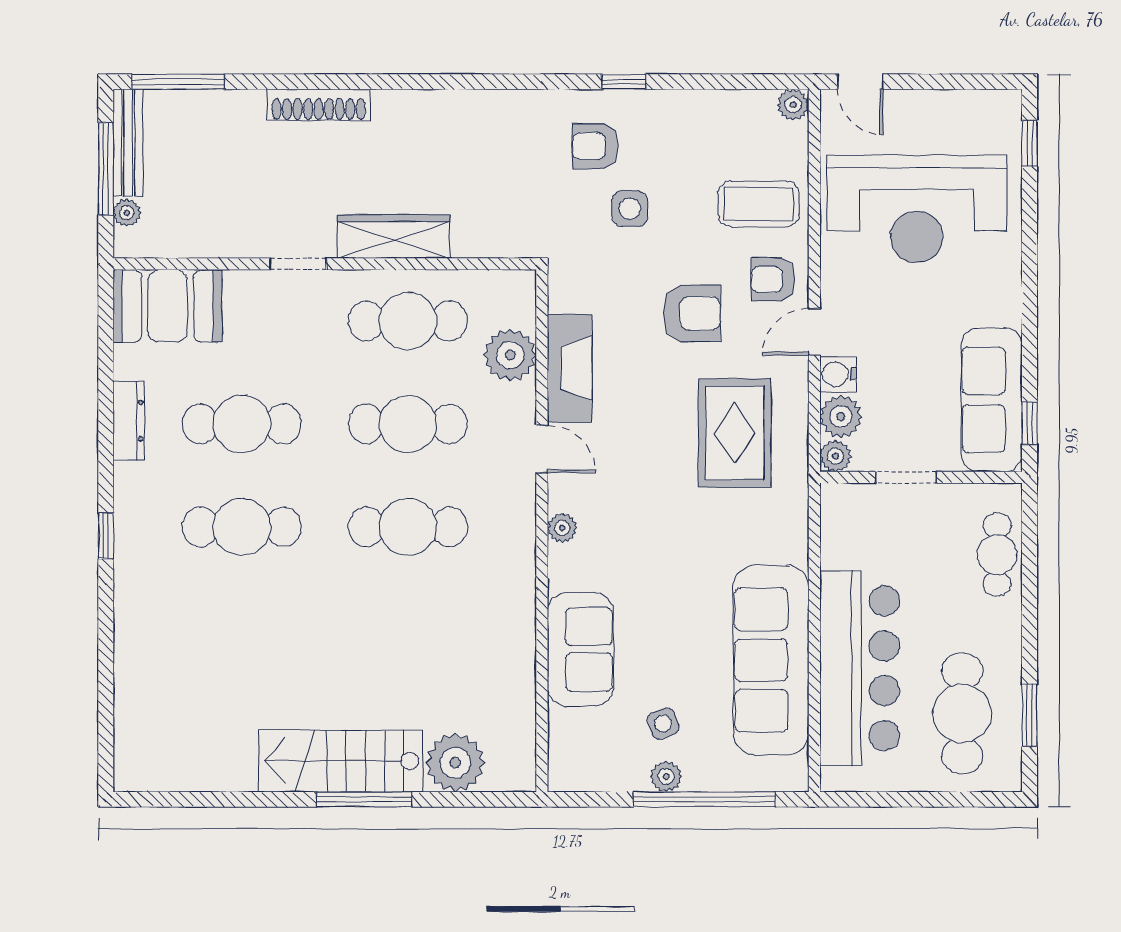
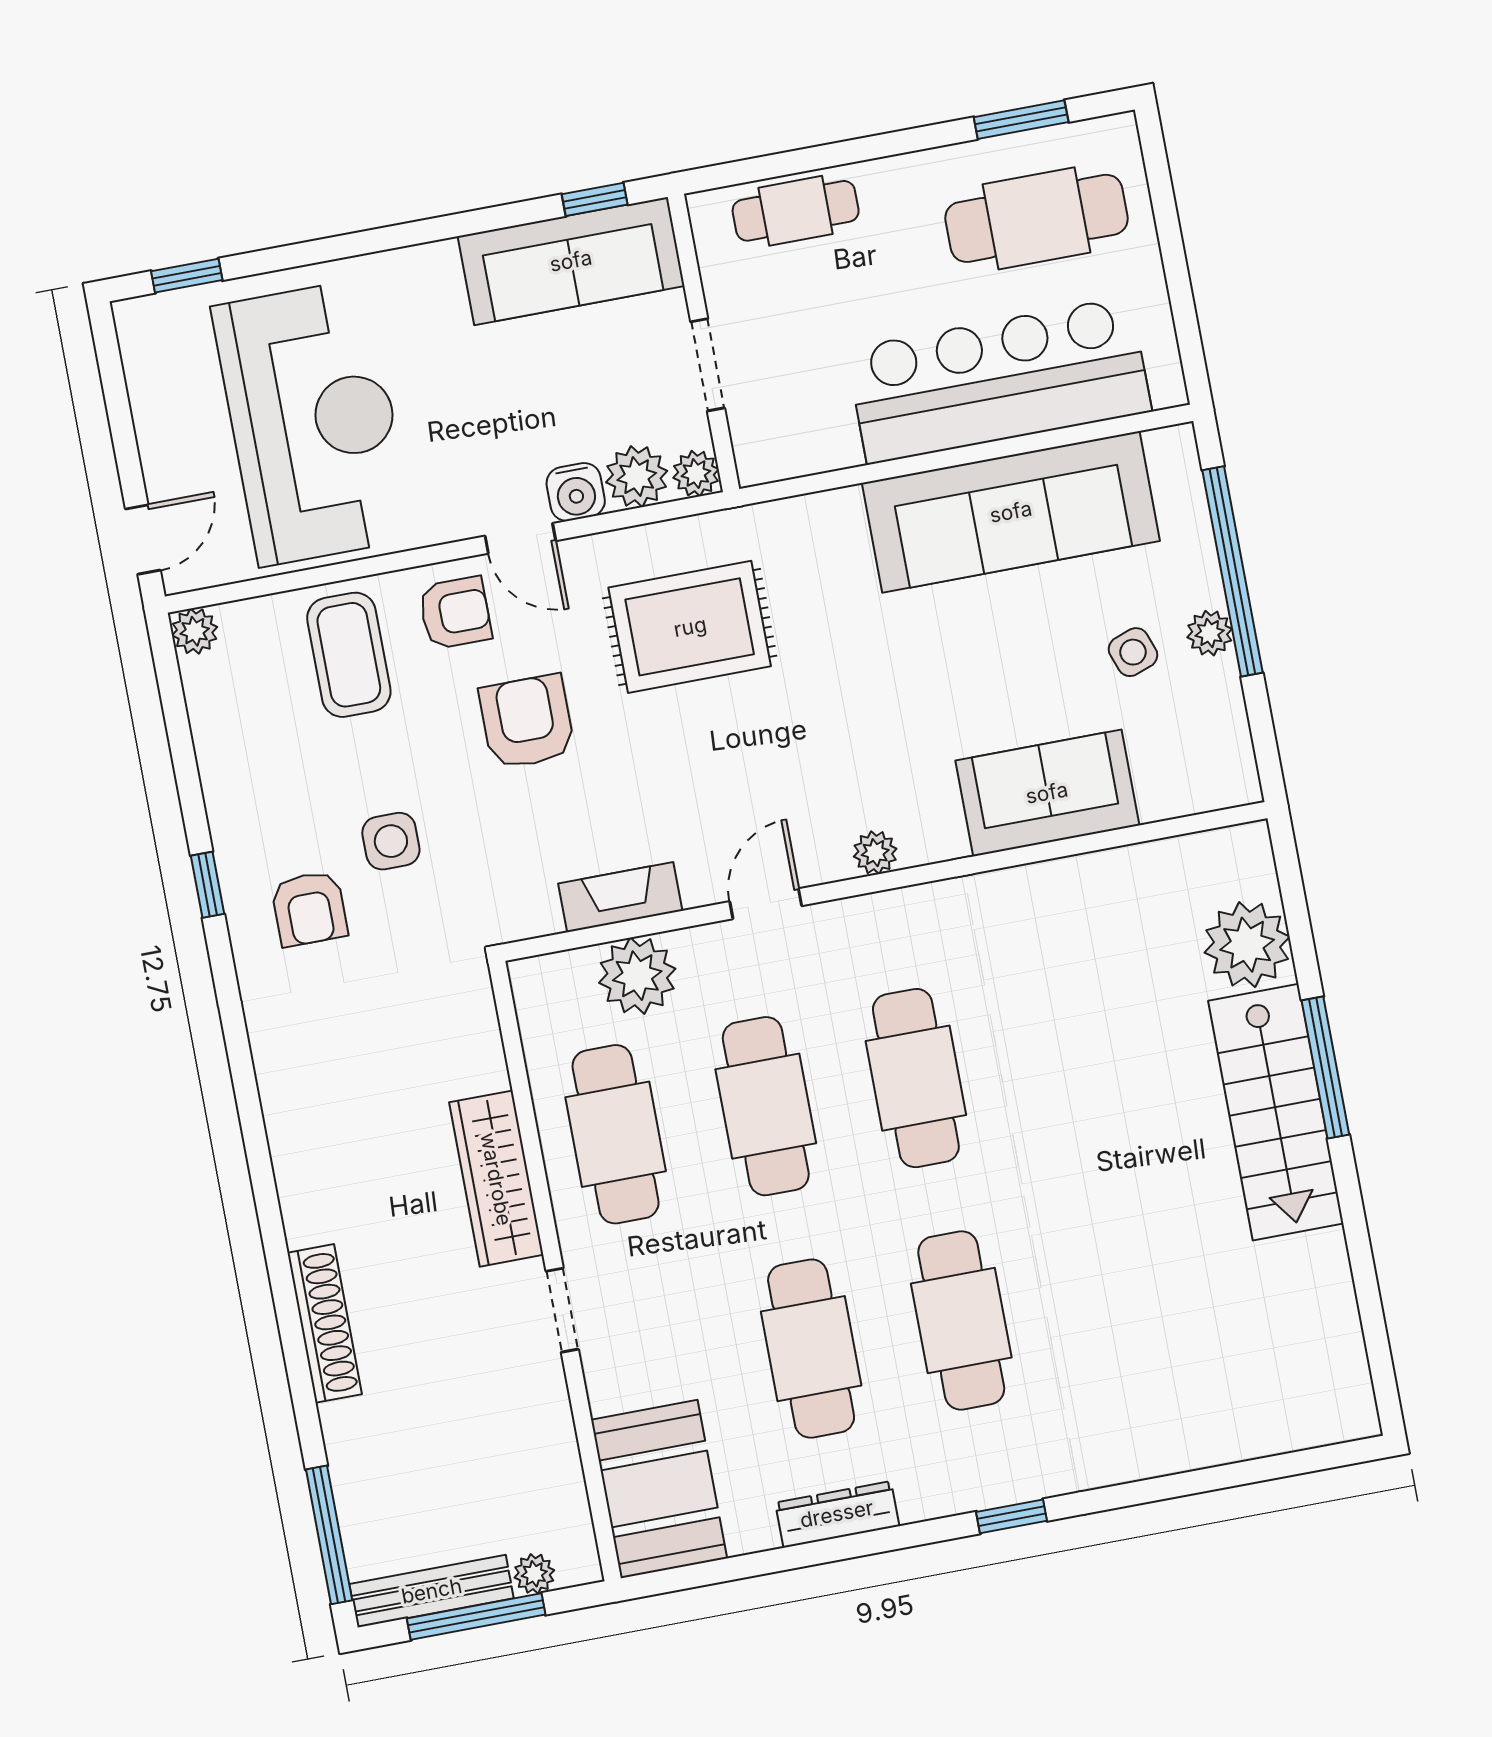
armchair: (773, 279) -> (455, 613), turned -90
fireplace: (570, 368) -> (620, 897), width x0.73, depth x0.76

